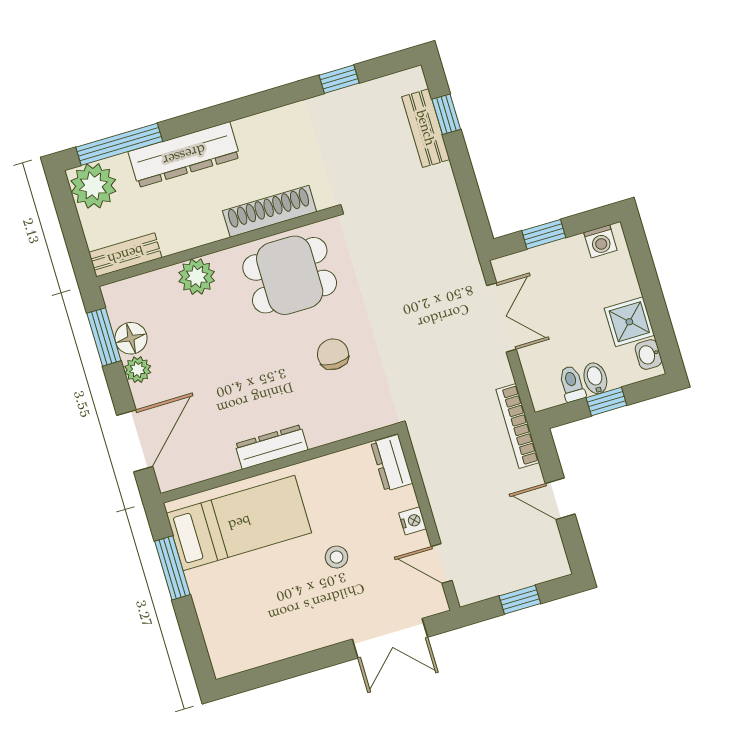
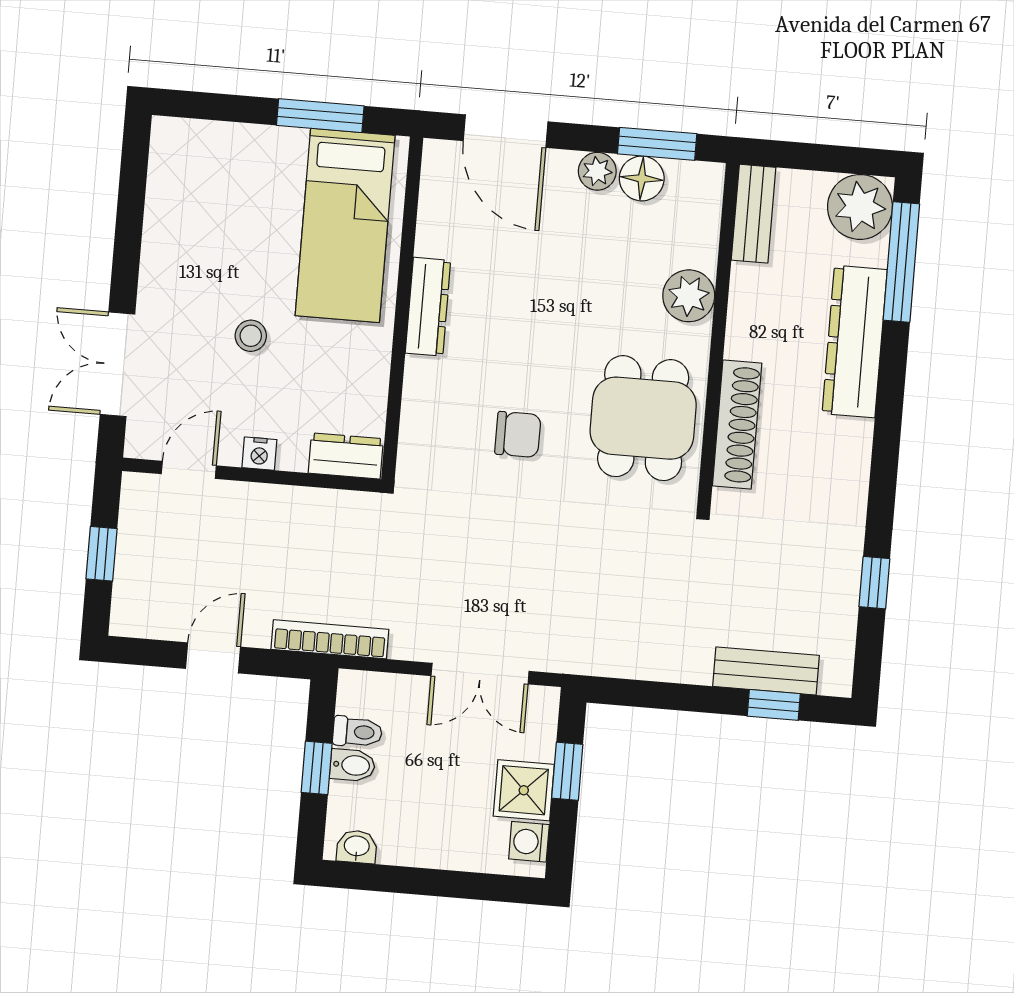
shower: (629, 322) -> (524, 790), moved

